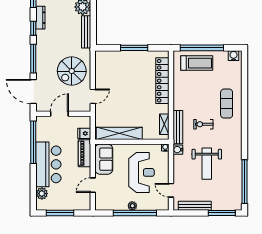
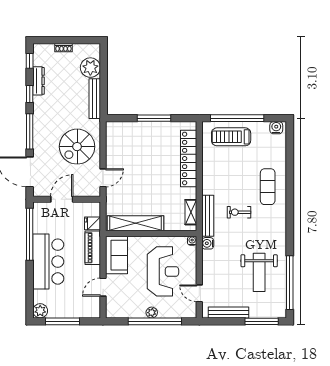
treadmill: (197, 63) -> (231, 137), turned 180
weight bench: (207, 164) -> (259, 272), moved
plant: (42, 194) -> (40, 311), moved

